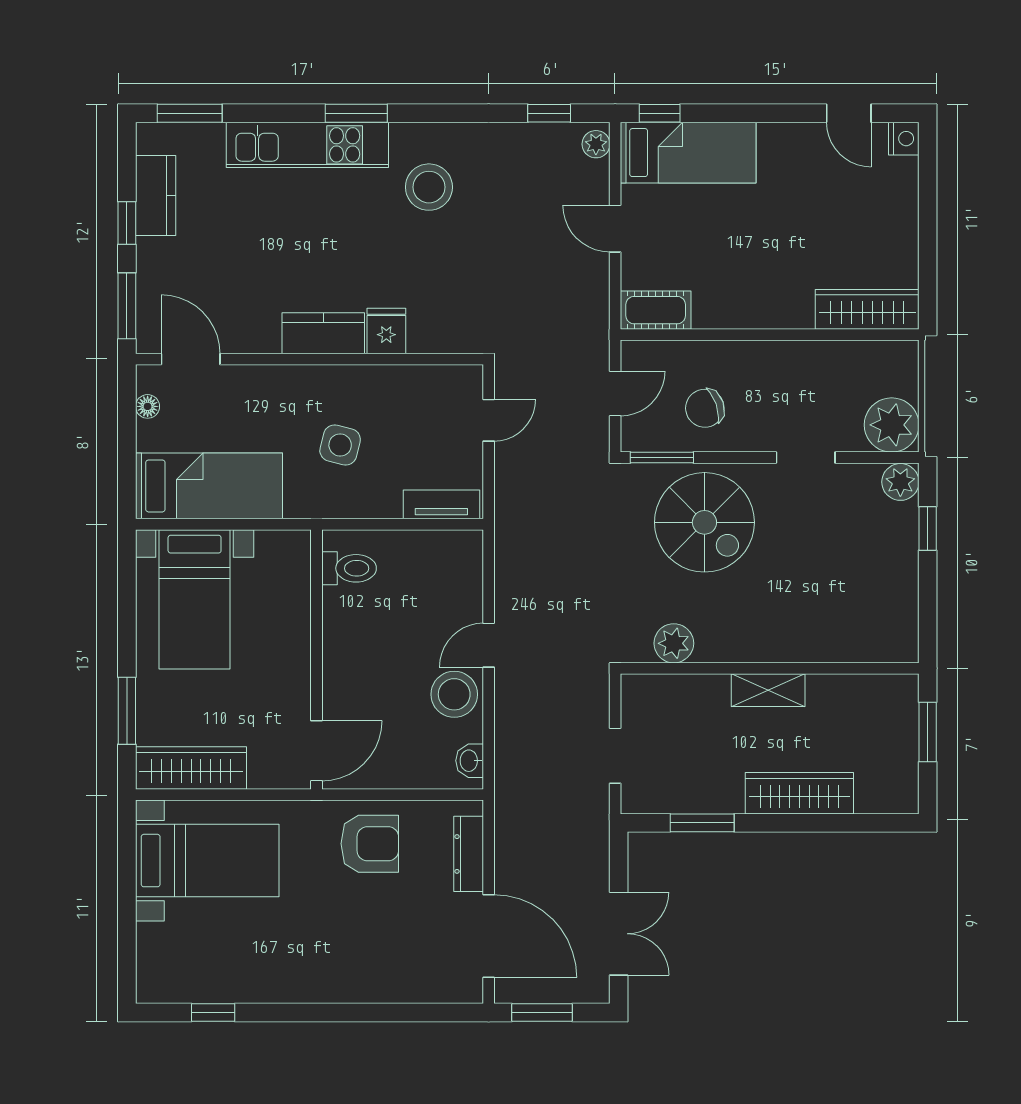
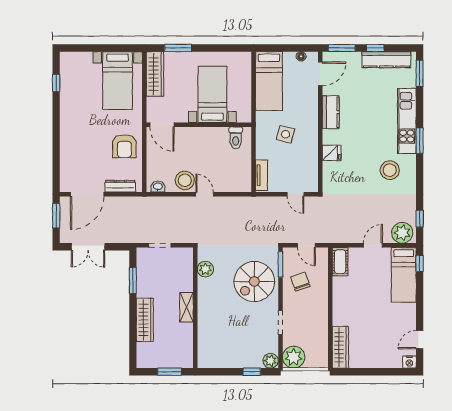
plant: (596, 144) -> (402, 233), width x1.88, depth x1.88
kitchen counter: (156, 195) -> (386, 60), width x1.50
kitchen counter: (323, 333) -> (331, 112), moved
bed with nightstands: (195, 599) -> (212, 94), moved, turned 90

